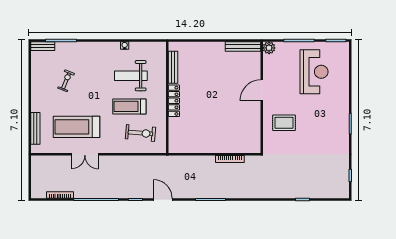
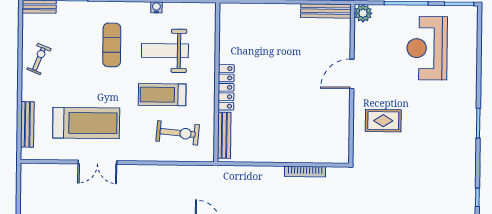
bench: (173, 67) -> (224, 135), moved
exercise mat: (94, 72) -> (112, 45), added
reception desk: (314, 72) -> (427, 48), turned 180
exercise bike: (66, 81) -> (39, 59), moved
treadmill: (77, 127) -> (86, 123), turned 180

